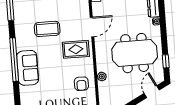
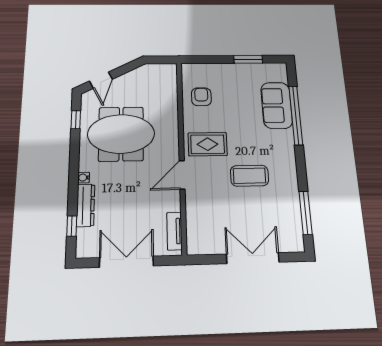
window: (14, 60) -> (296, 115), moved
sofa: (28, 68) -> (277, 105), moved
plant: (102, 77) -> (171, 105), removed

